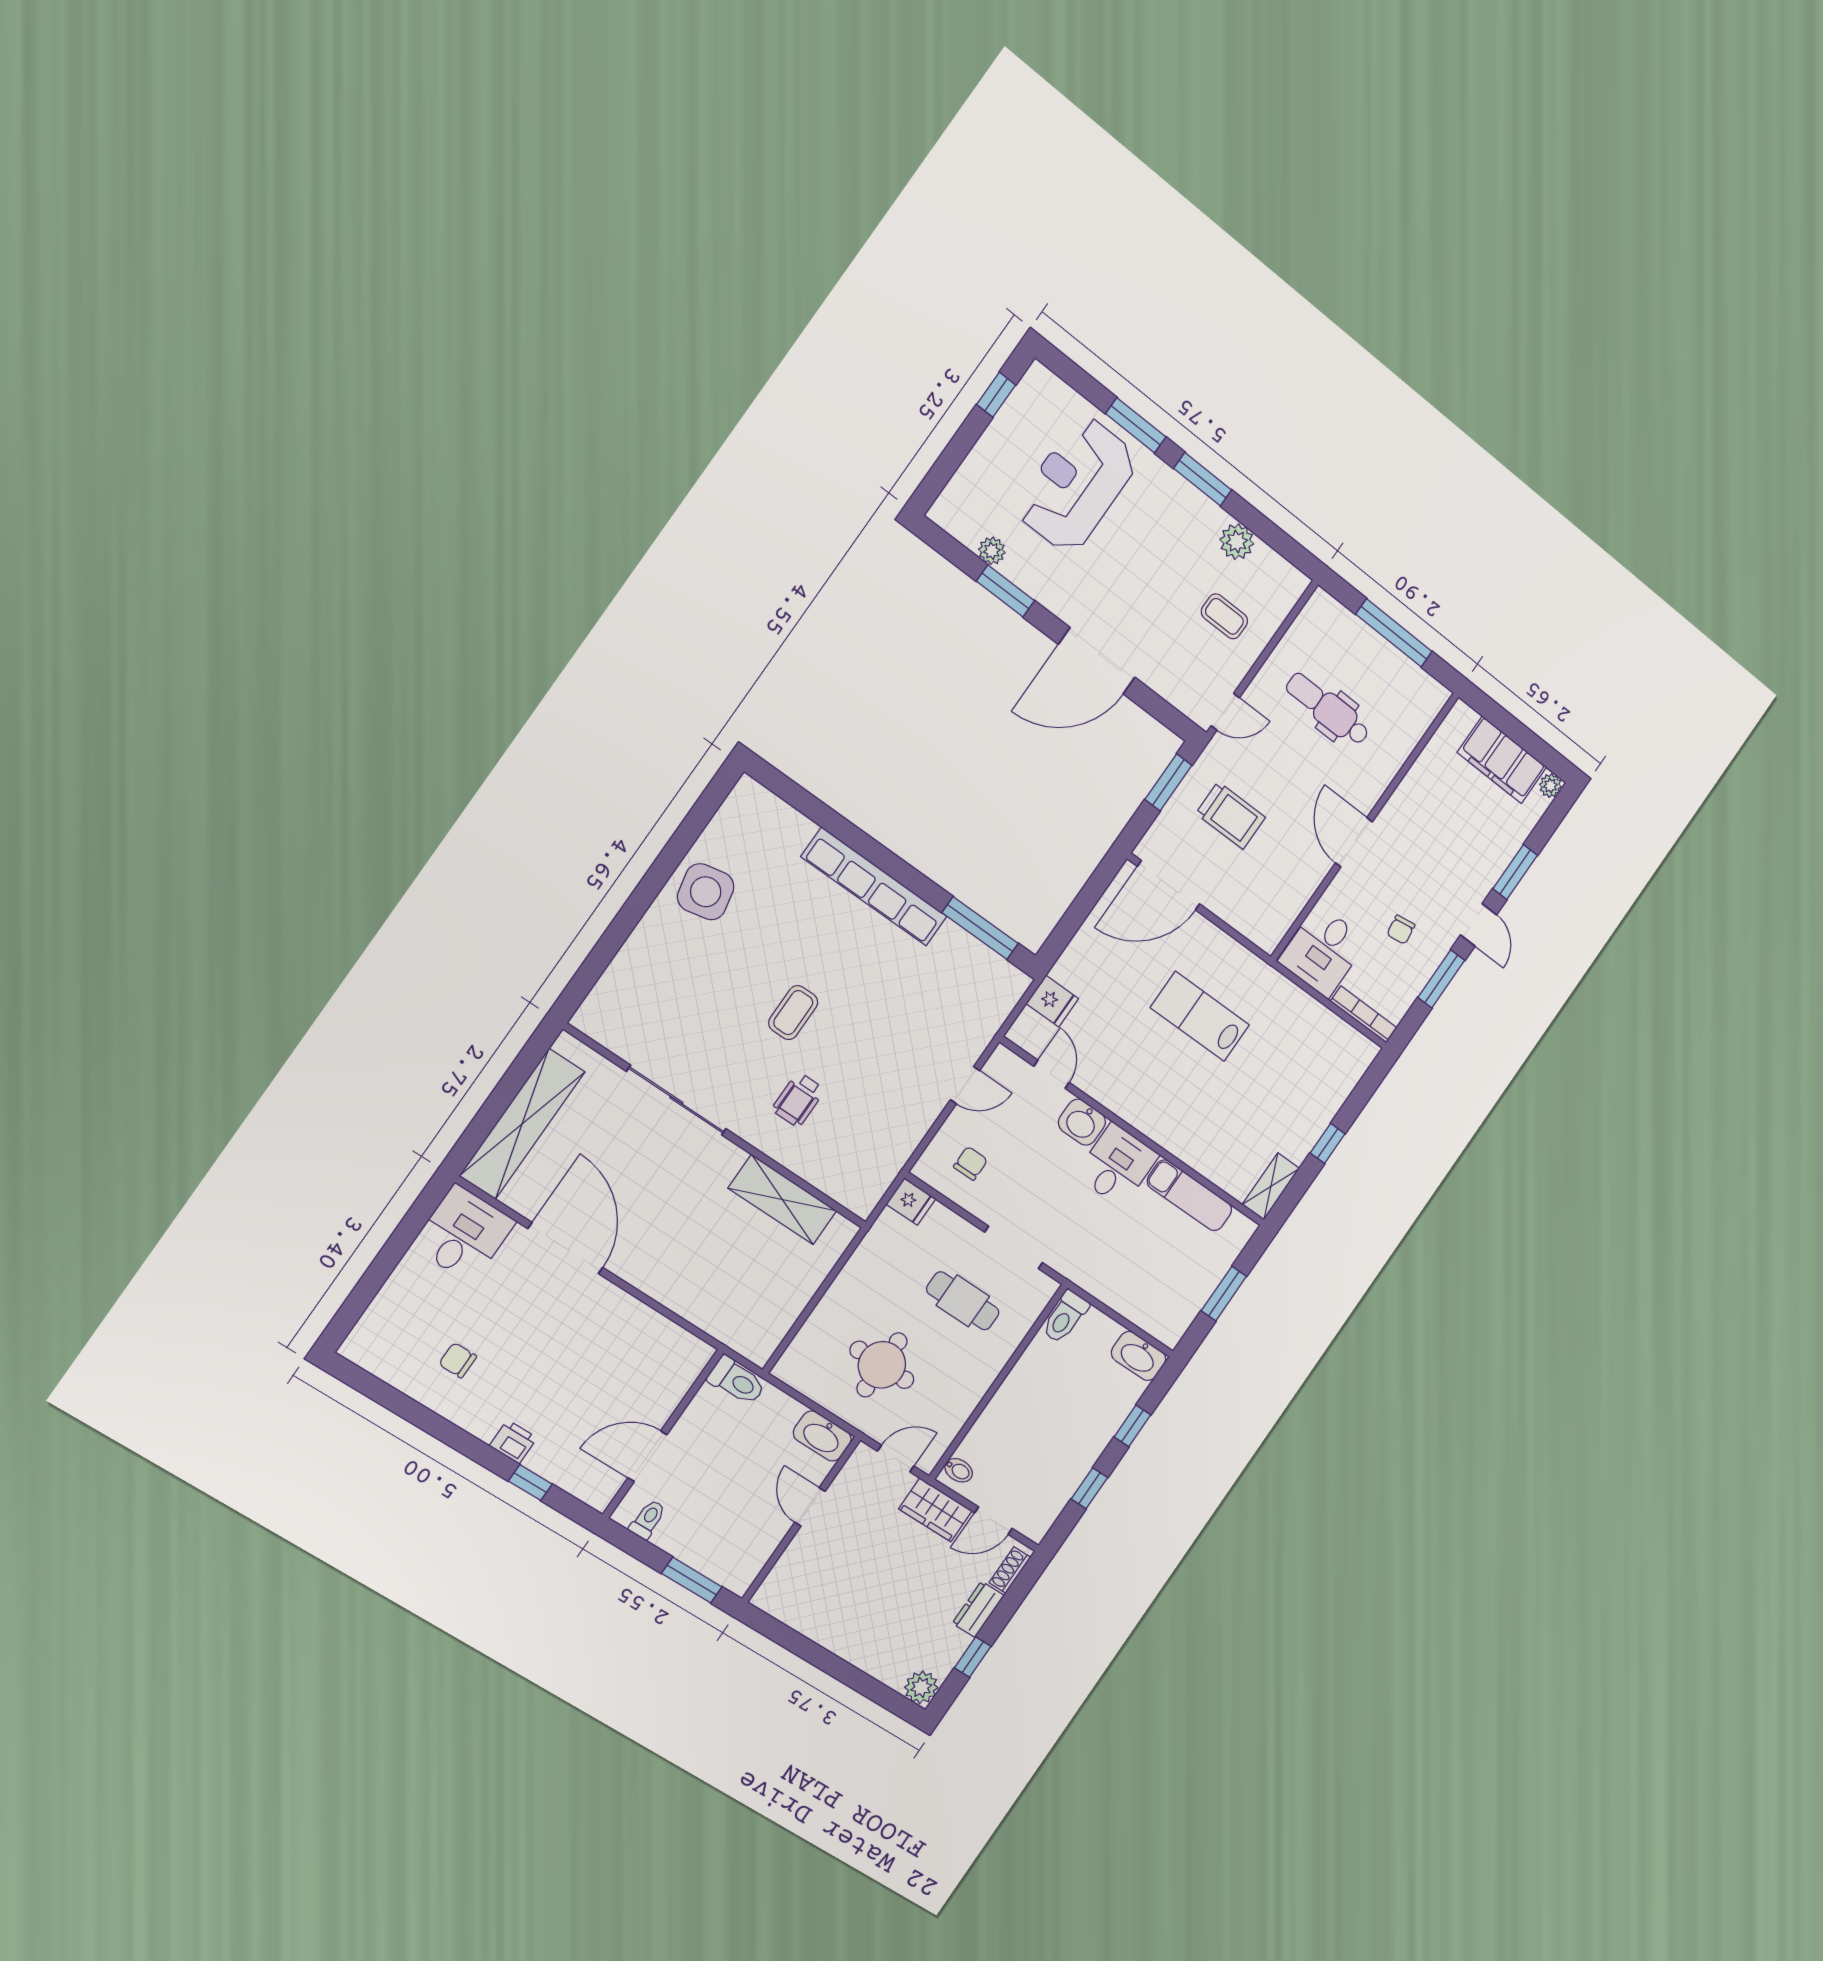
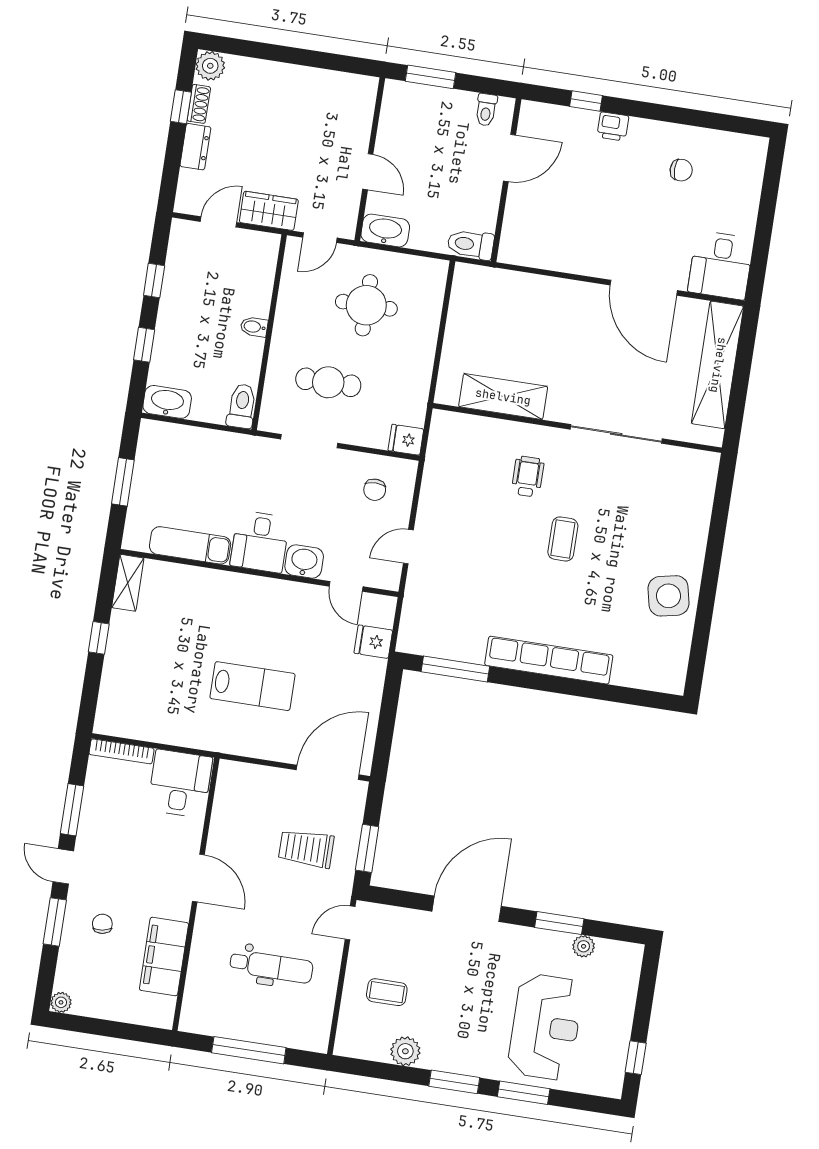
filing cabinet: (1502, 760) -> (164, 957), moved, turned -90
chair: (1401, 930) -> (102, 924), moved
bidet: (959, 1470) -> (254, 327), moved
shoe rack: (1010, 1570) -> (199, 104), moved

